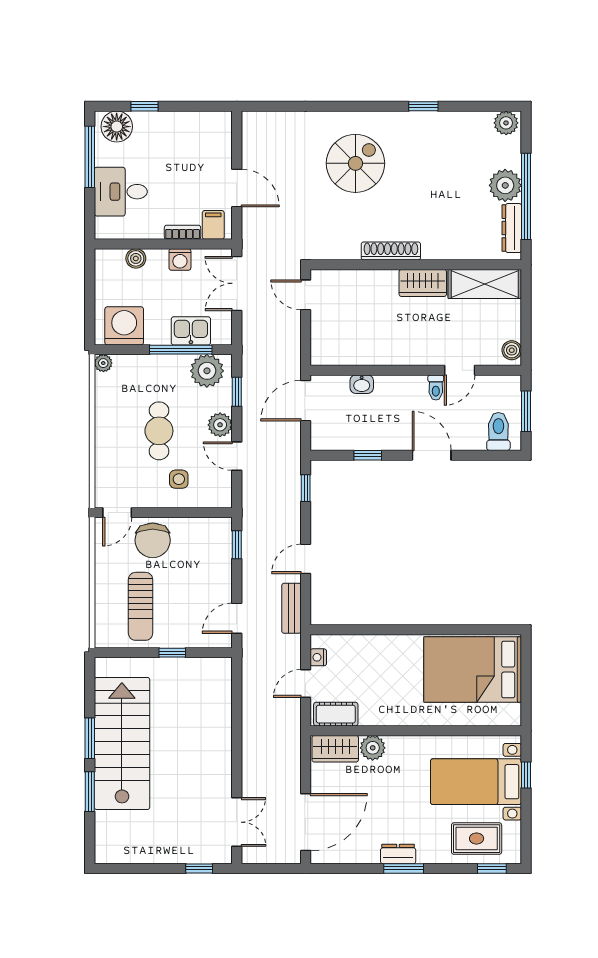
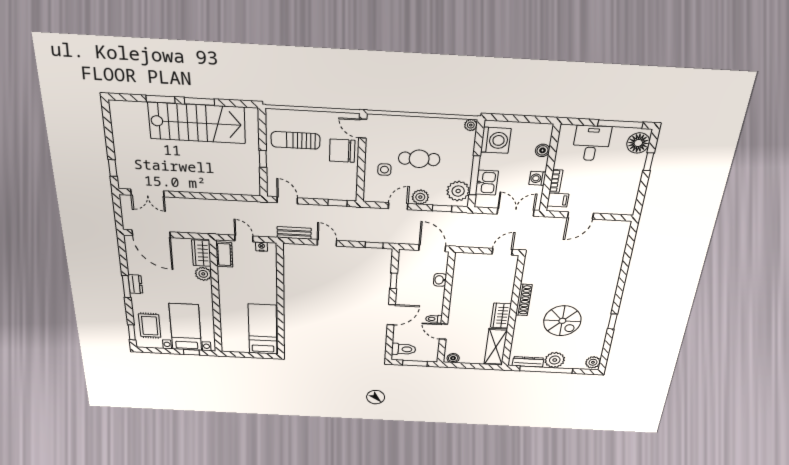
spiral stairs: (355, 163) -> (562, 321), moved
bed: (473, 670) -> (263, 329), width x0.67

